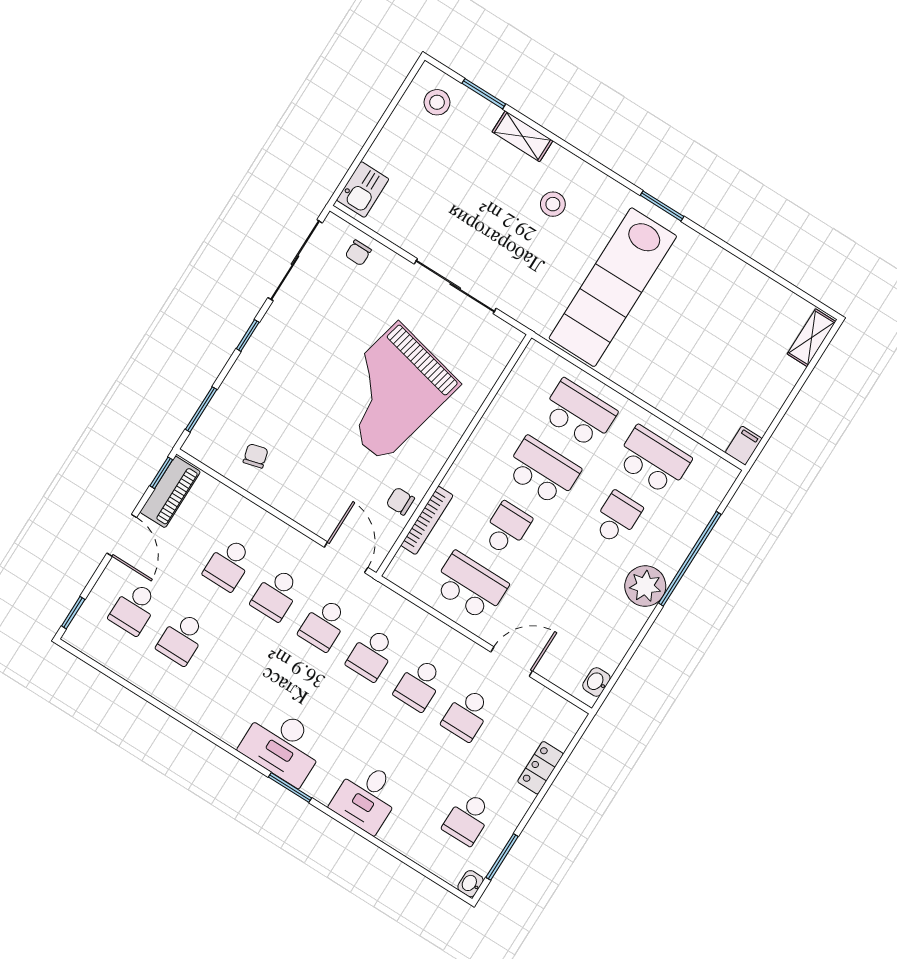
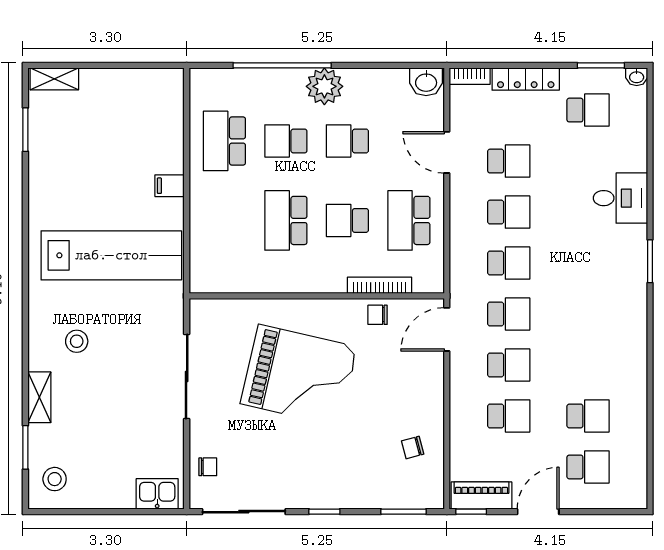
window: (662, 206) -> (25, 130), moved
school desk: (579, 413) -> (347, 141), moved, width x0.54
filing cabinet: (744, 446) -> (169, 186), moved
chair: (400, 501) -> (378, 315), turned 90
window: (73, 613) -> (621, 512), removed
washbasin: (596, 682) -> (426, 82), width x1.38, depth x1.45
bookcase: (569, 728) -> (470, 76), added
desk: (283, 745) -> (621, 287), removed
locker: (540, 768) -> (526, 79), width x1.53

